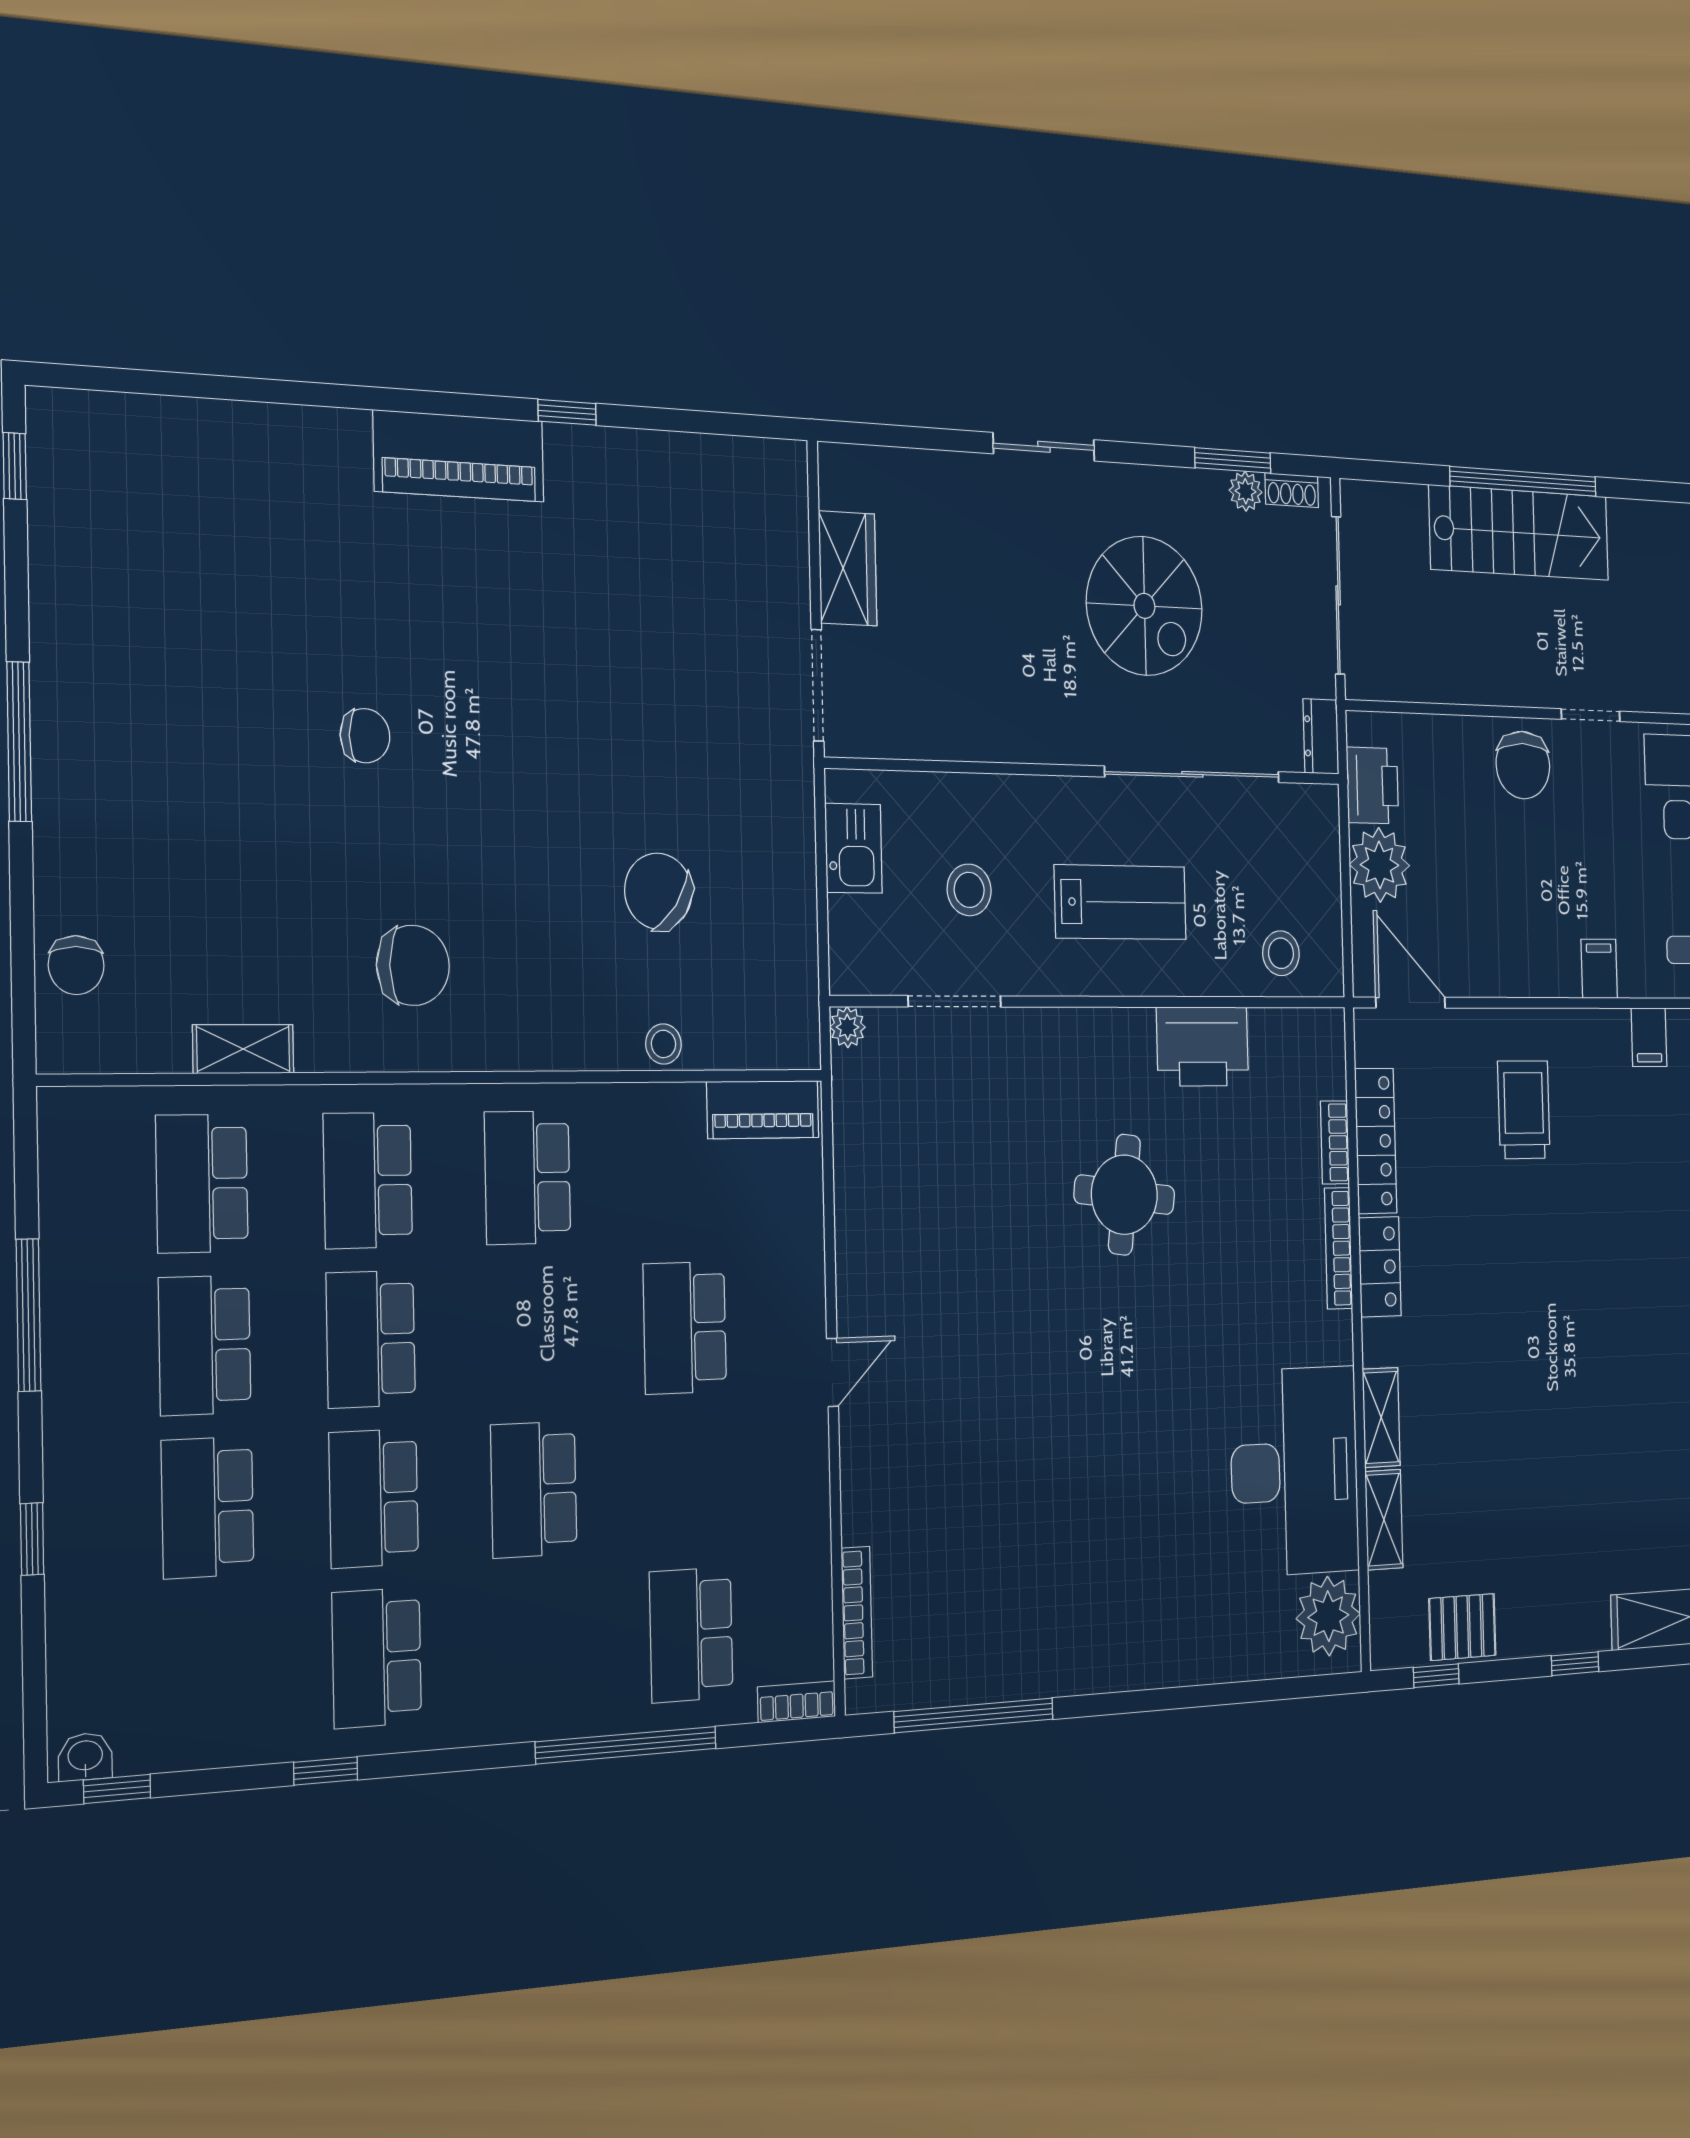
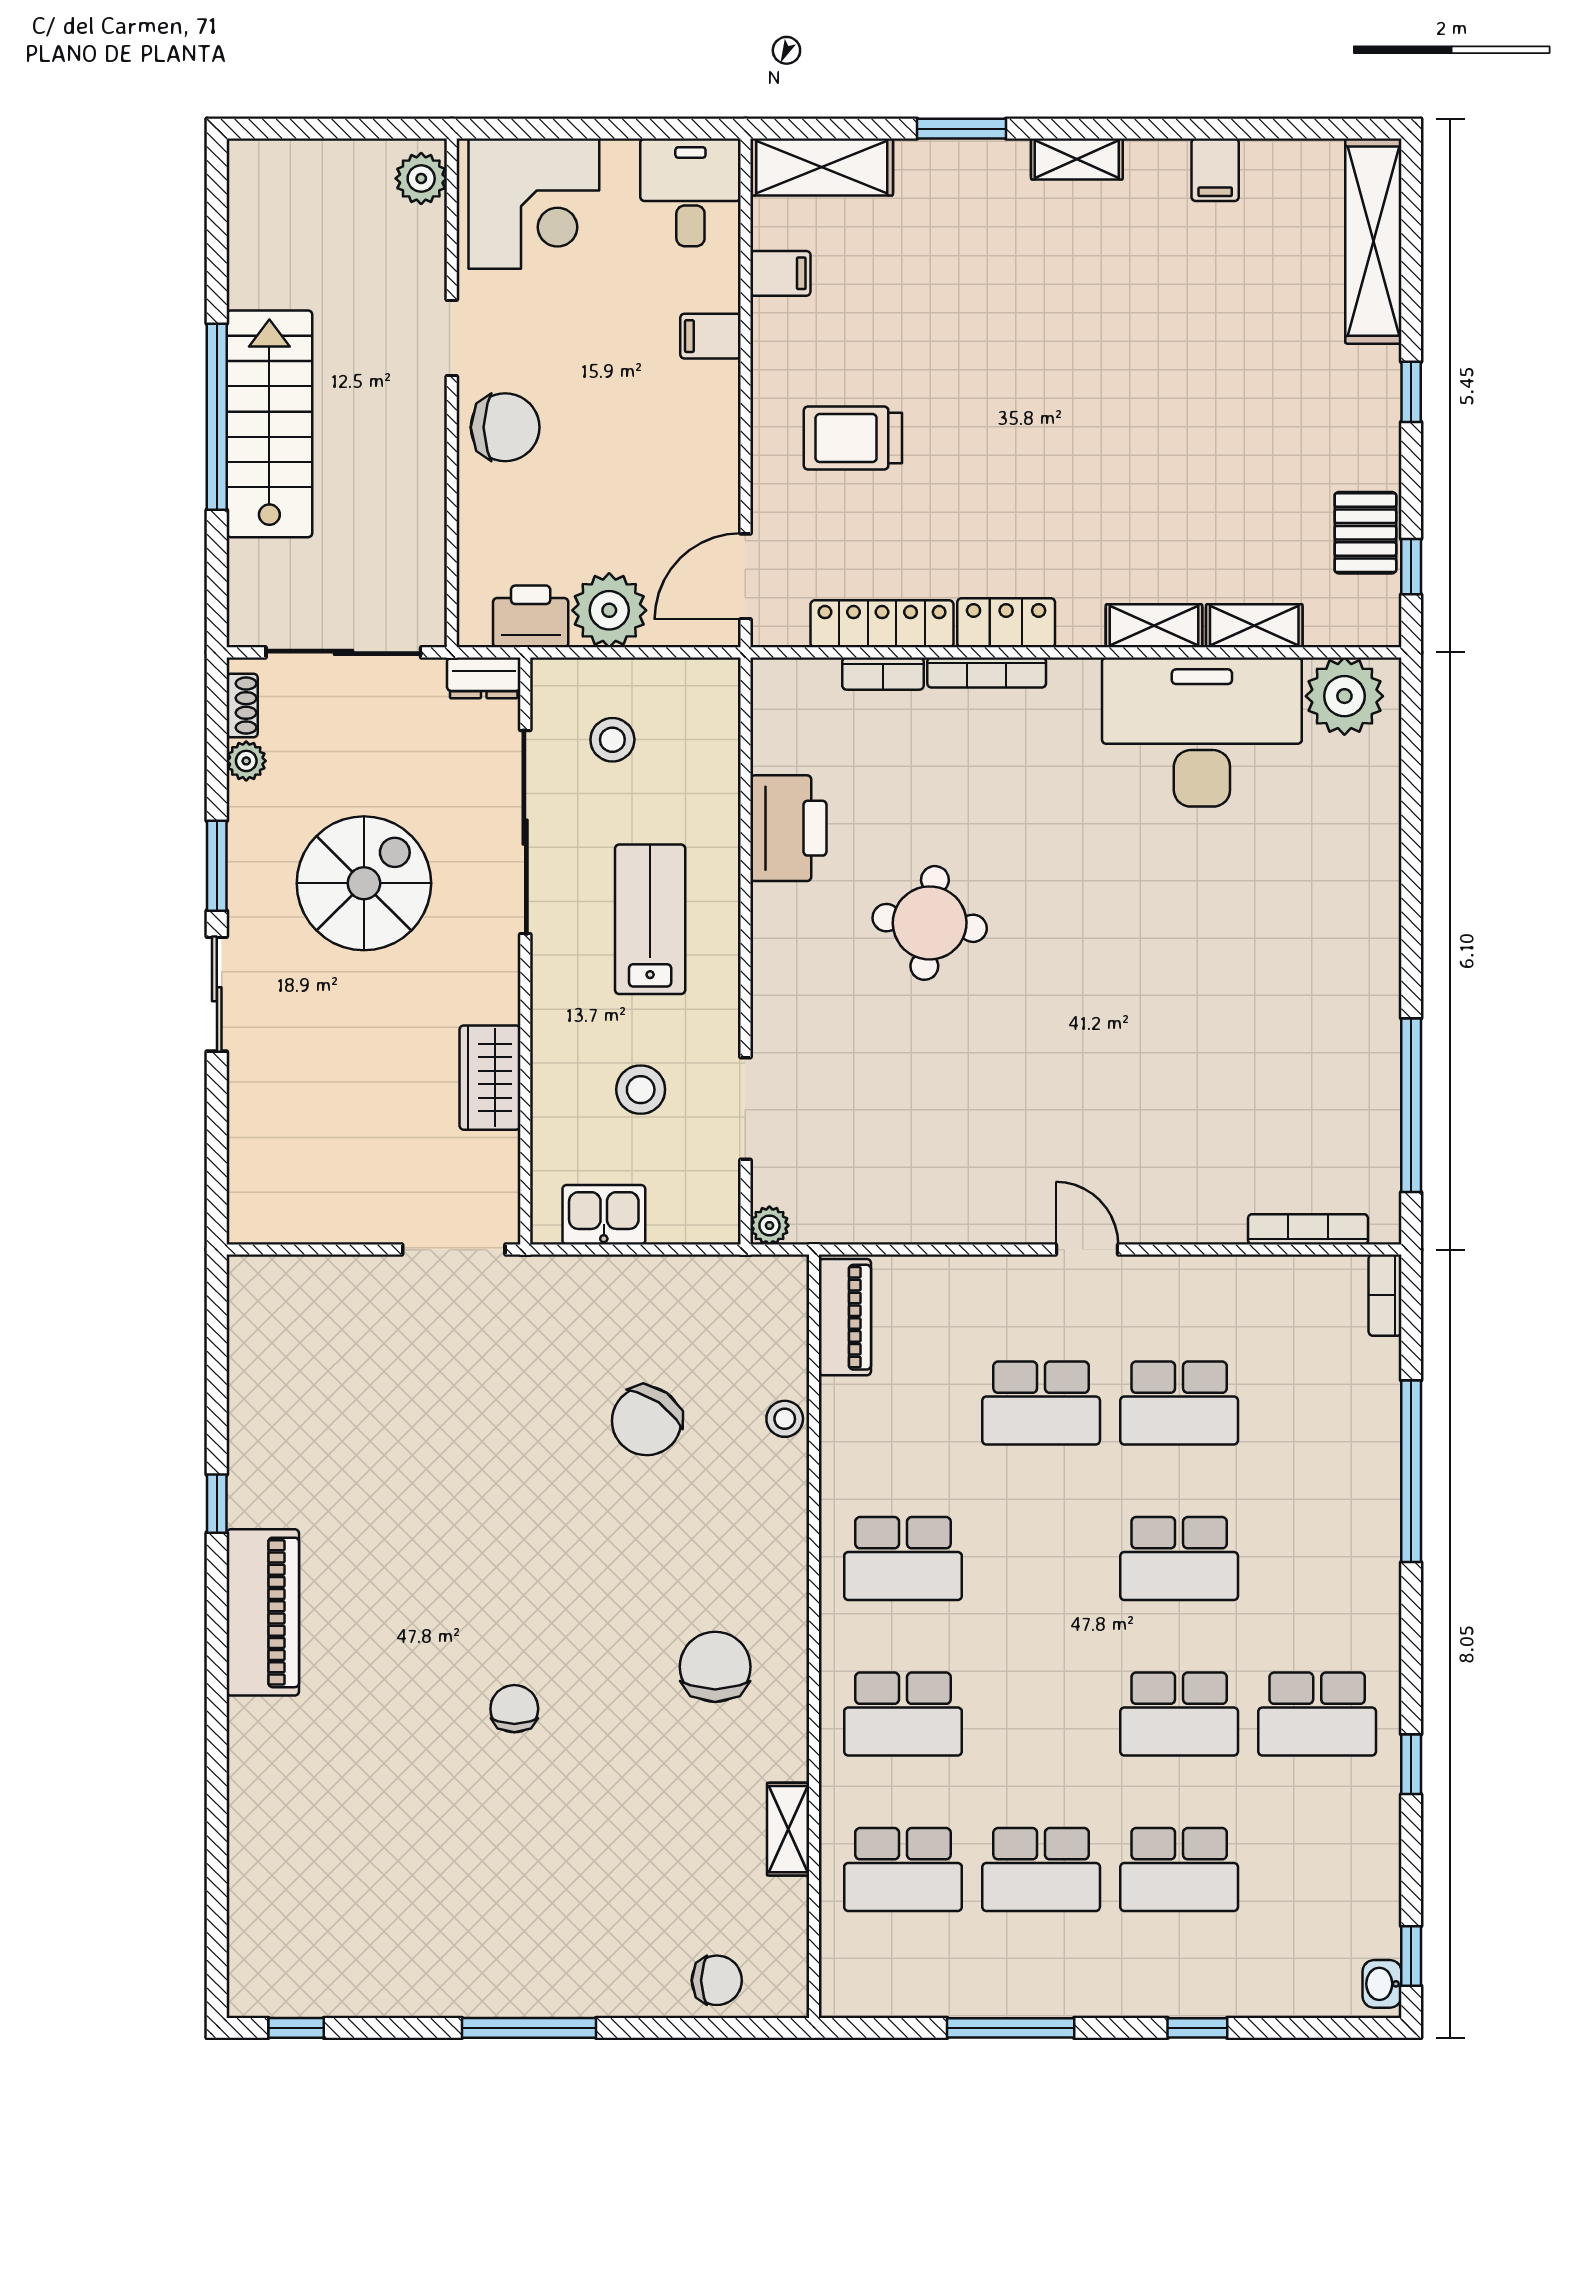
window: (1233, 460) -> (217, 866), moved
wardrobe: (848, 568) -> (490, 1078), moved, turned -90
stool: (1281, 953) -> (612, 740), moved
school desk: (371, 1339) -> (1041, 1714), removed
school desk: (691, 1635) -> (1179, 1403), moved

